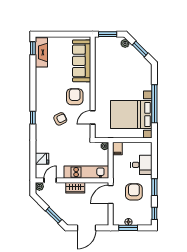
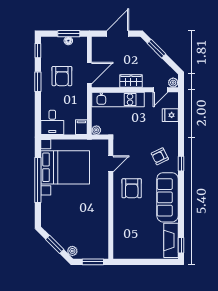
sofa: (82, 61) -> (168, 197), moved, turned 180
armchair: (60, 119) -> (160, 156), moved
desk: (141, 165) -> (52, 122), moved, turned -90

